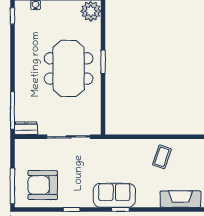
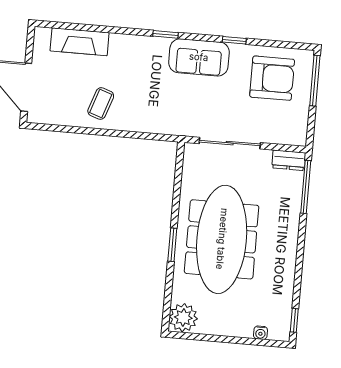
meeting table: (69, 68) -> (222, 239), width x1.36
sofa: (114, 195) -> (199, 57), moved

